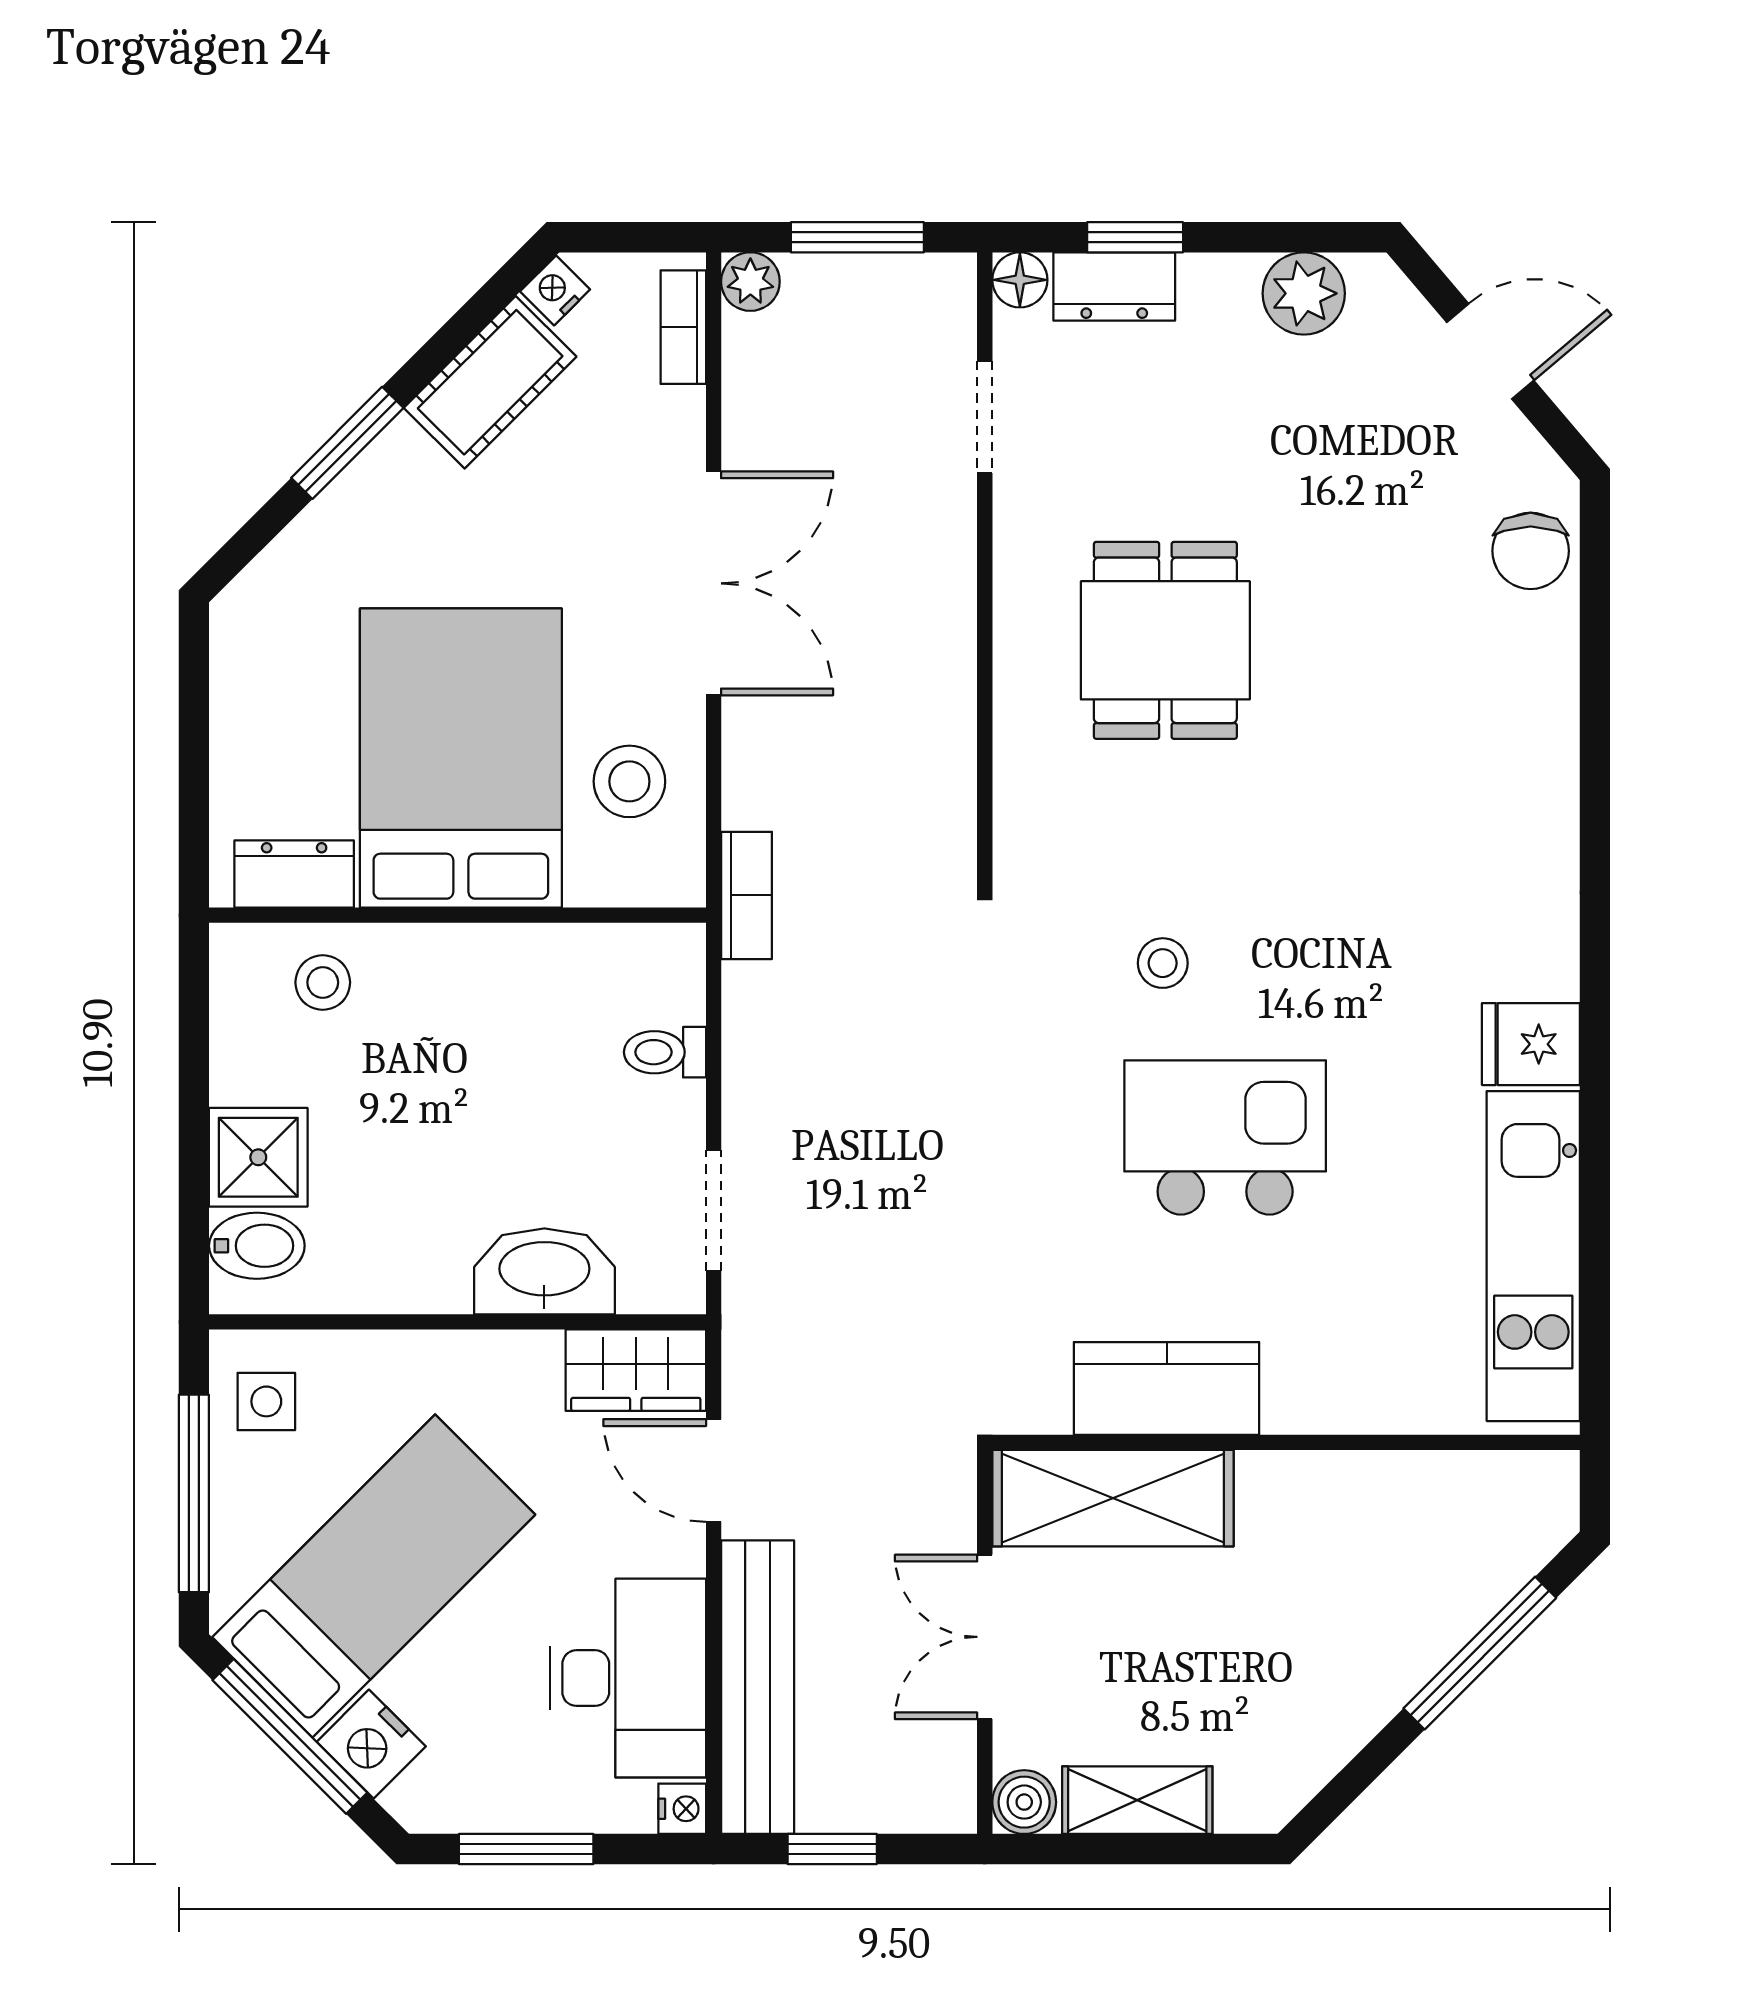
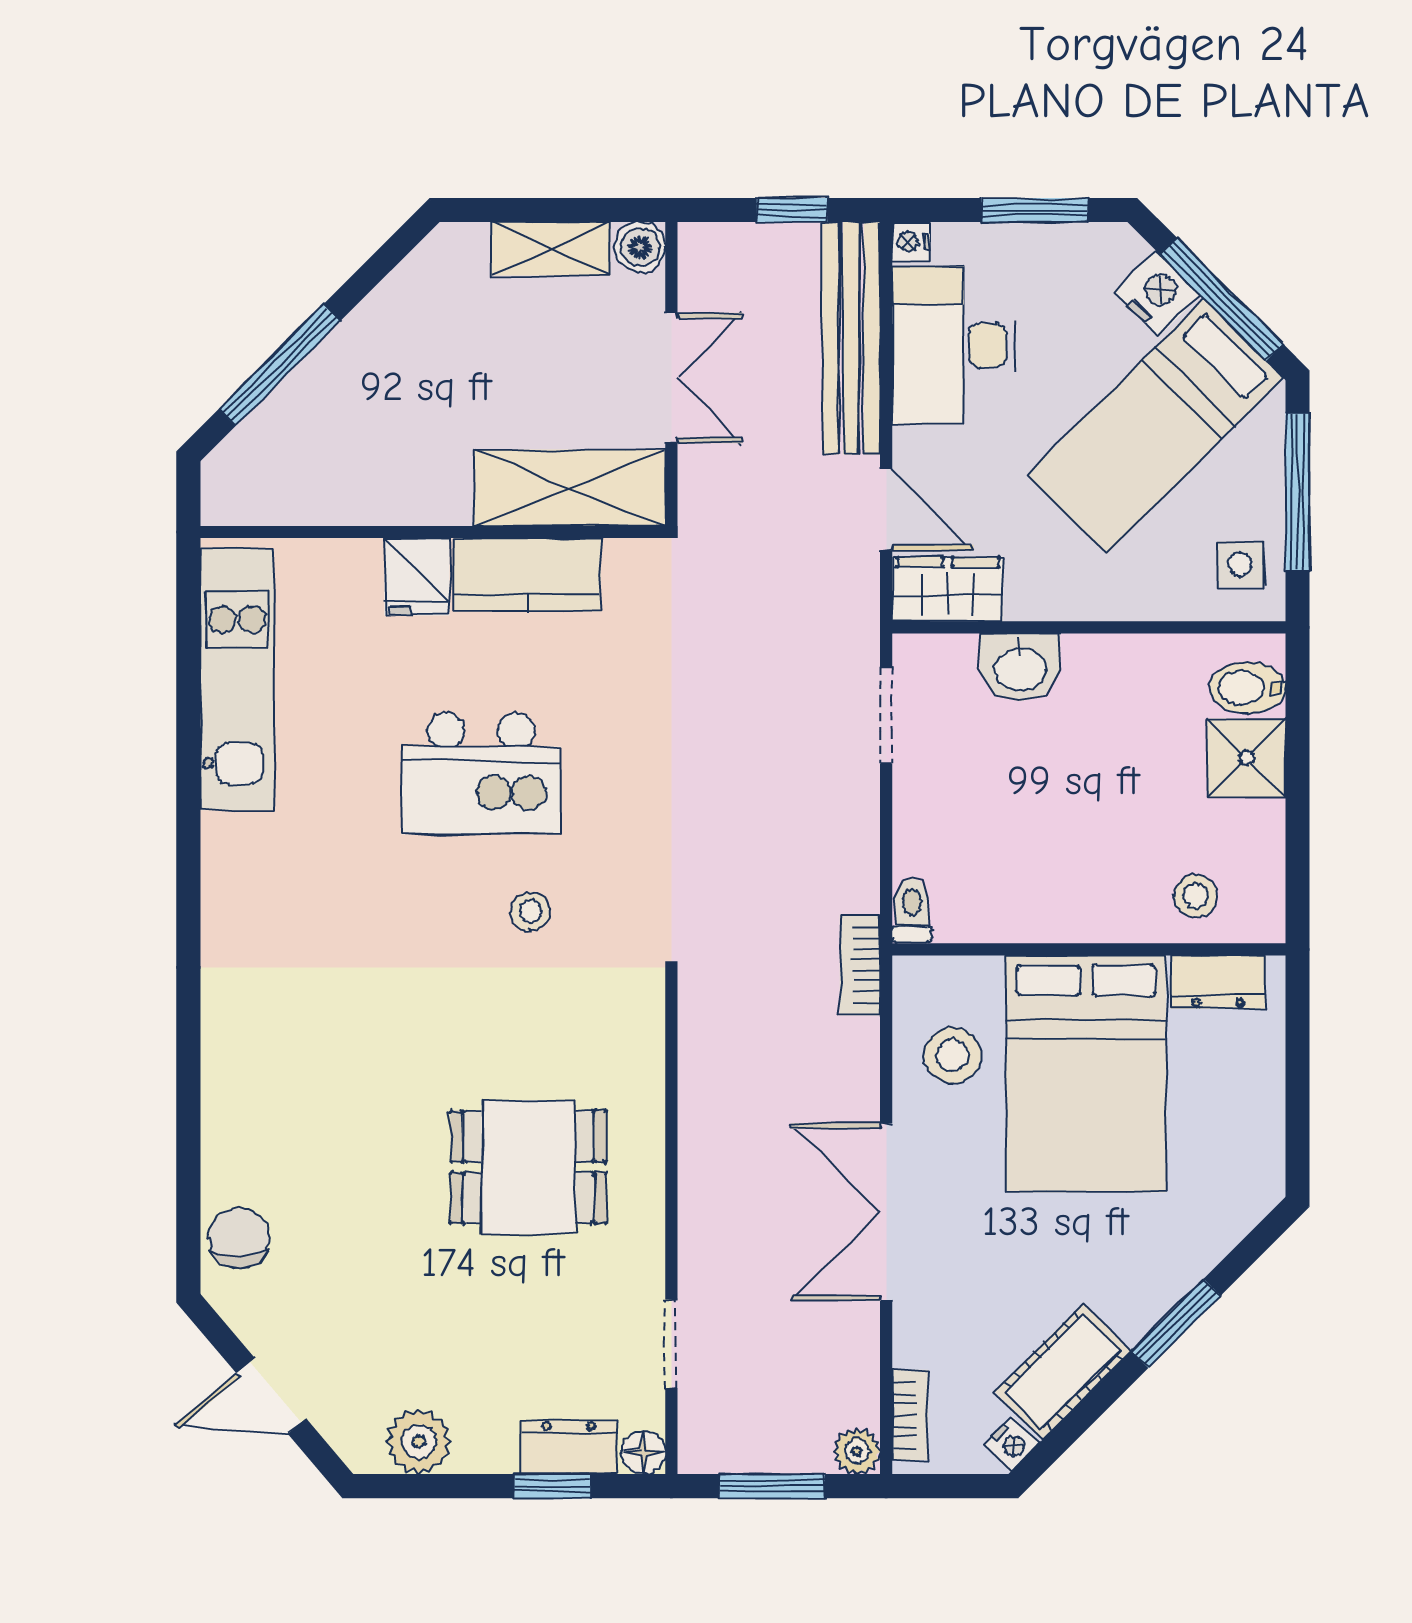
dining table: (1165, 640) -> (528, 1167), turned 90
fridge: (1531, 1044) -> (417, 577), moved, turned 90
toilet: (665, 1052) -> (912, 911), moved, turned -90
washbasin: (544, 1271) -> (1020, 667), width x0.72

